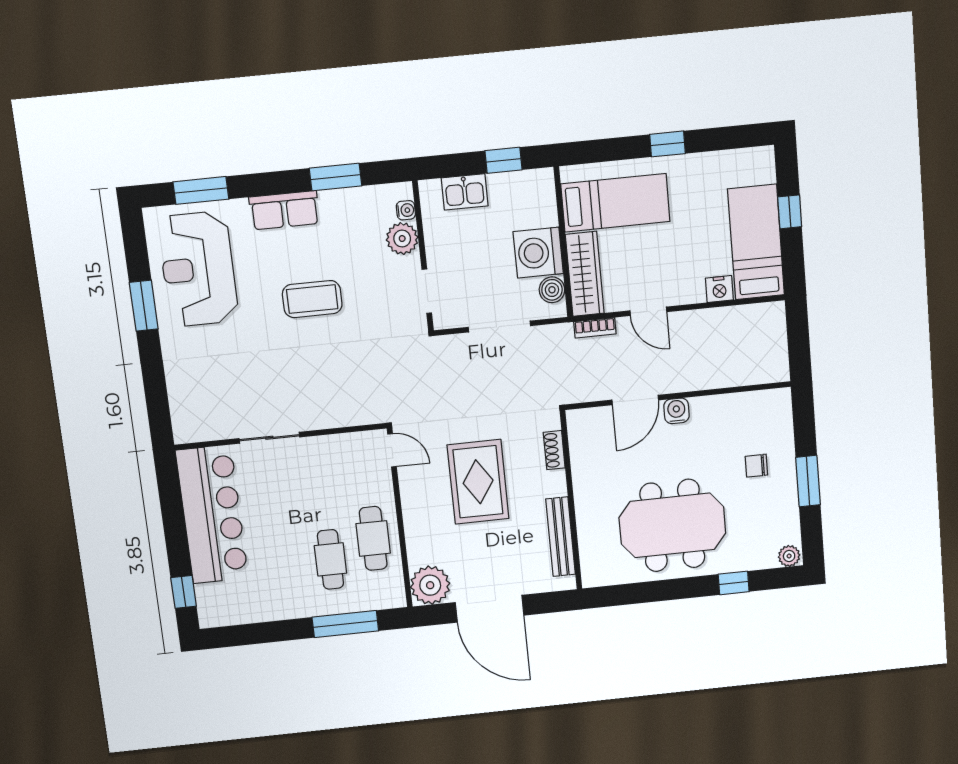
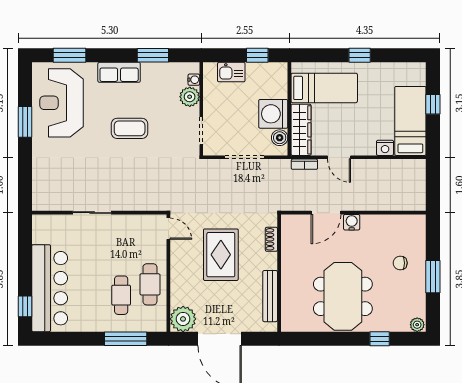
bar counter: (212, 515) -> (50, 288), moved
meeting table: (672, 525) -> (343, 296), turned 90

